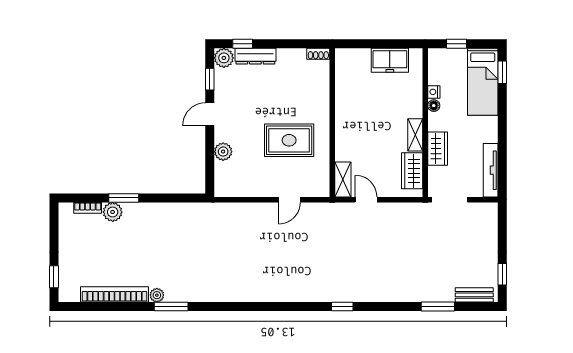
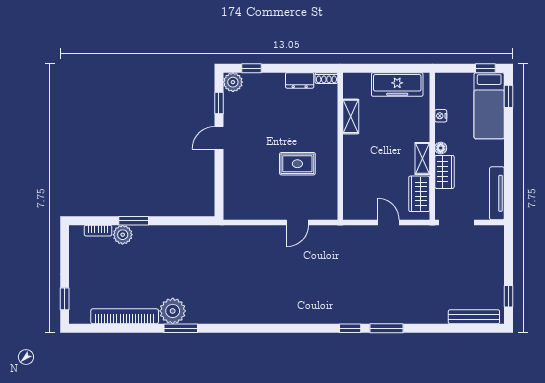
window: (456, 44) -> (485, 68), moved
dresser: (255, 56) -> (300, 80), moved, width x0.70
freezer: (390, 60) -> (397, 84), width x1.40
floor lamp: (434, 106) -> (441, 148), moved
rug: (289, 140) -> (297, 164), width x0.73, depth x0.70
plant: (223, 152) -> (232, 175), removed
shelving: (343, 180) -> (351, 116), moved
door: (366, 200) -> (388, 223), moved
plant: (157, 295) -> (173, 311), width x1.88, depth x1.88
bench: (474, 295) -> (474, 317), width x1.36
window: (438, 307) -> (387, 328), moved

